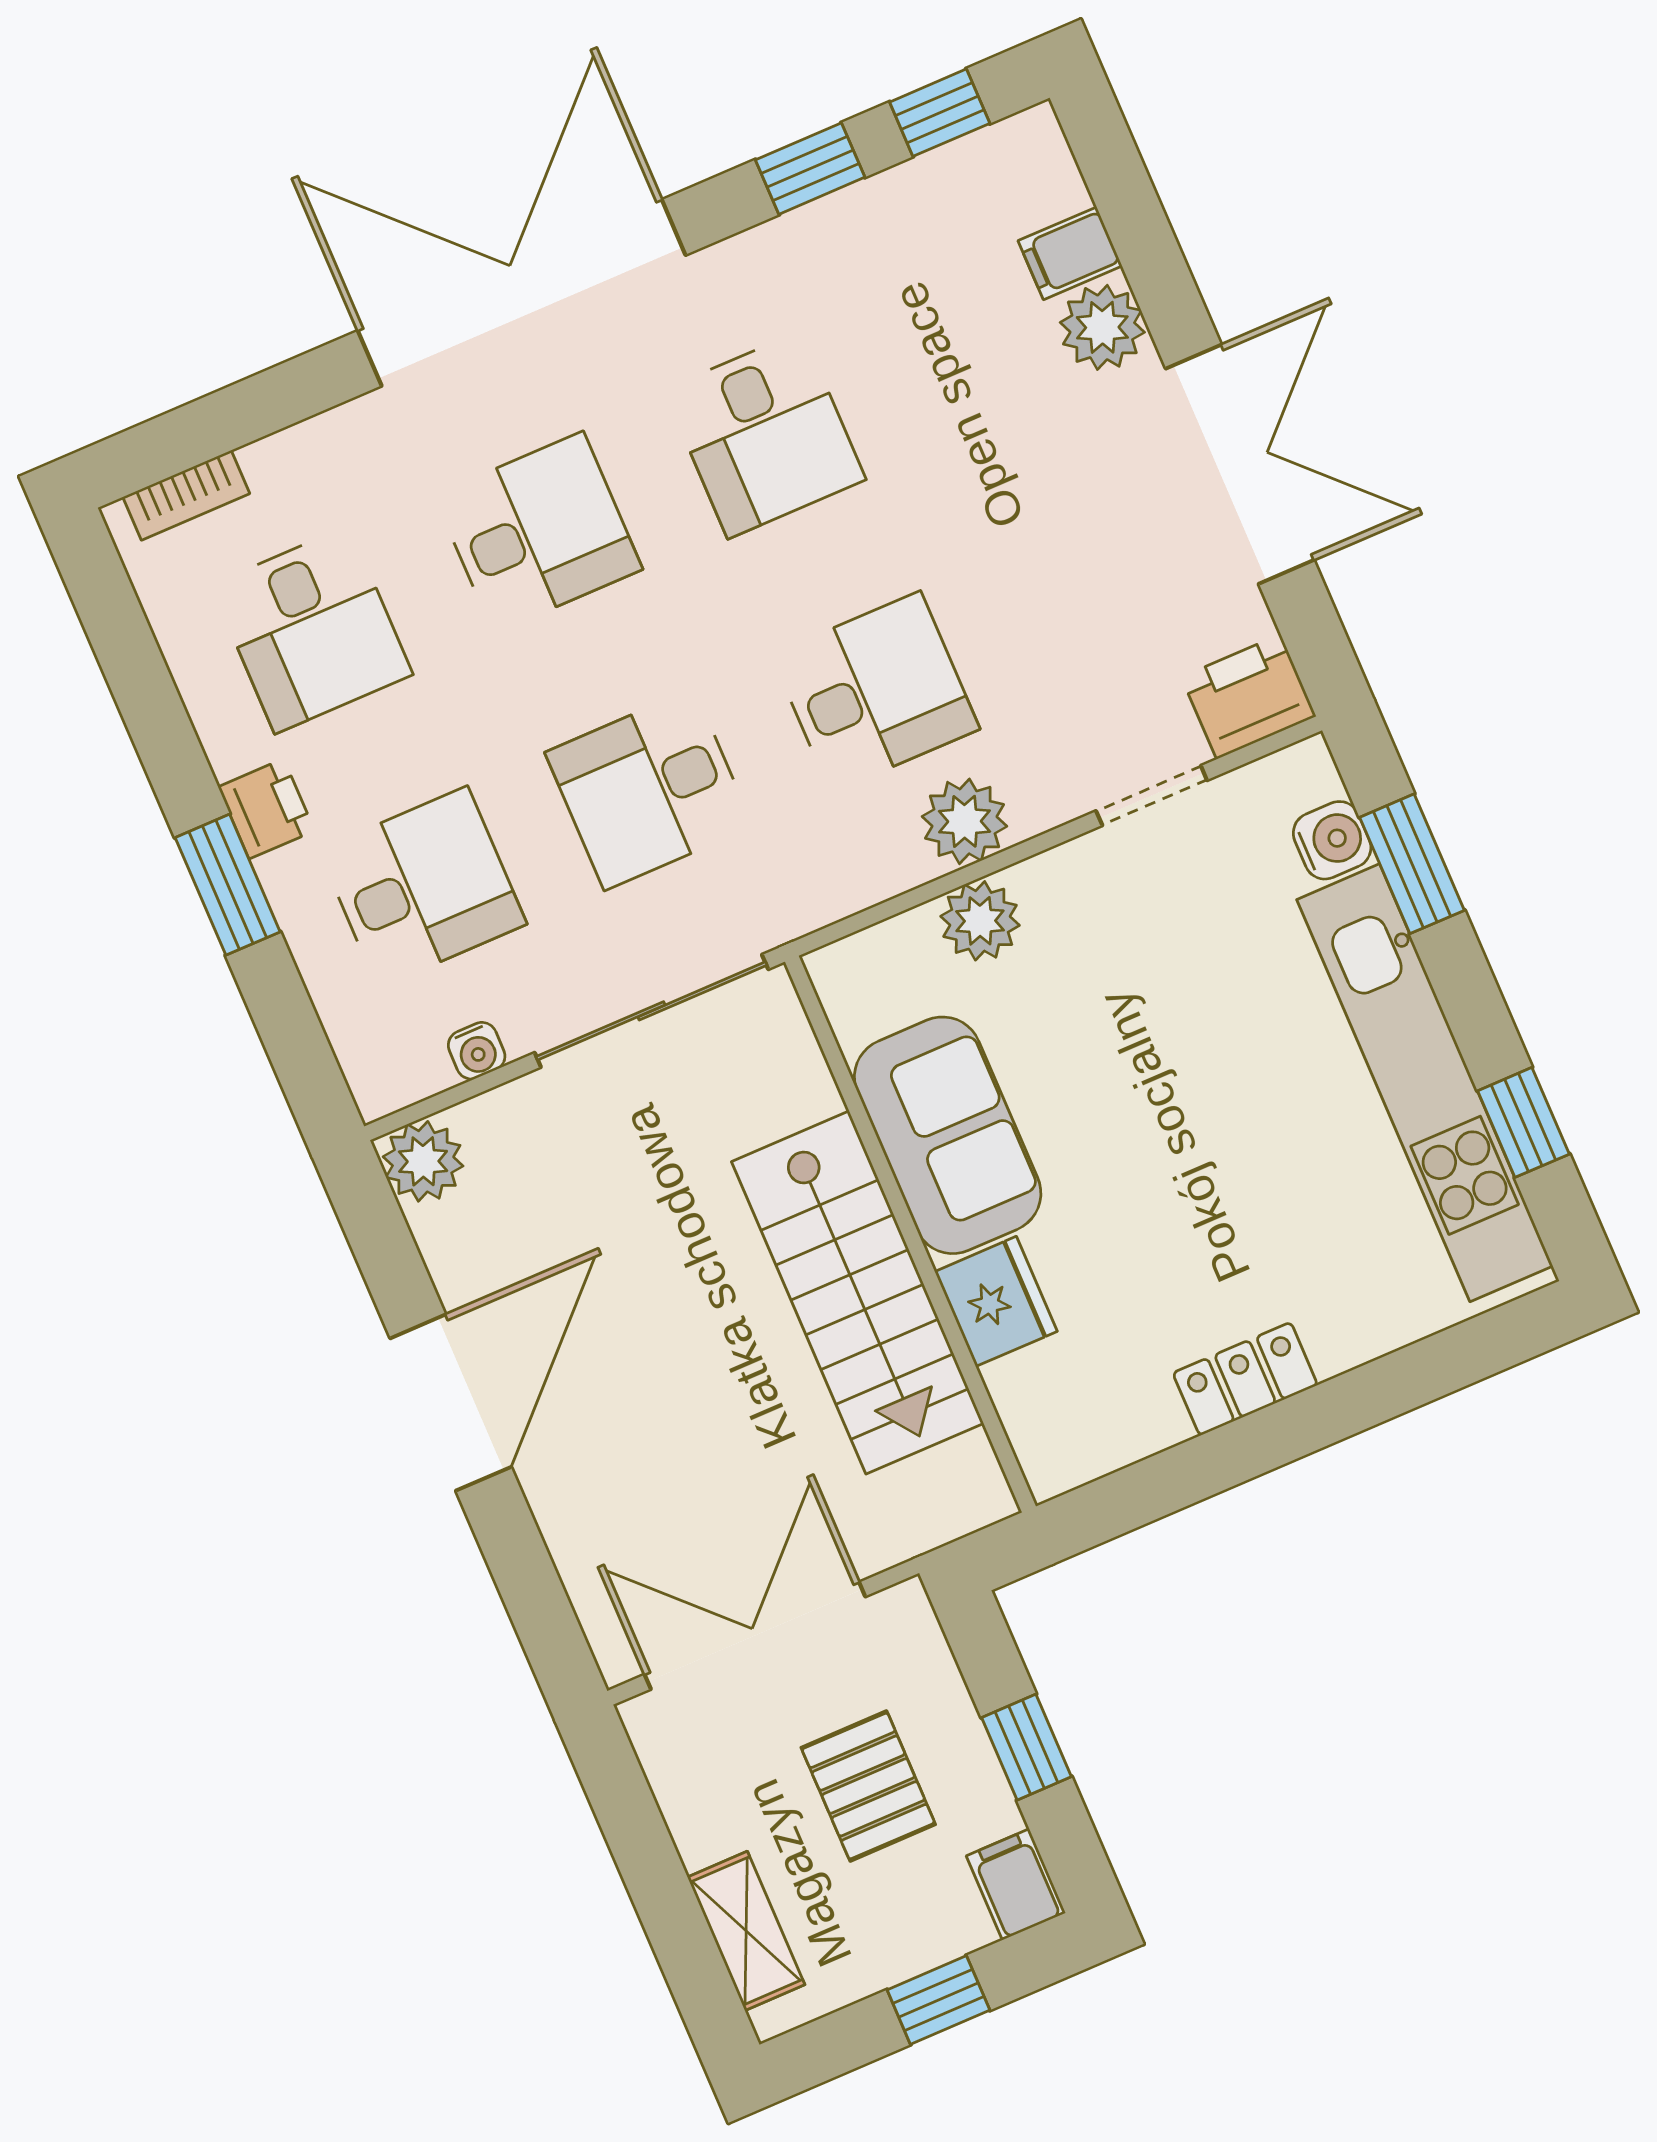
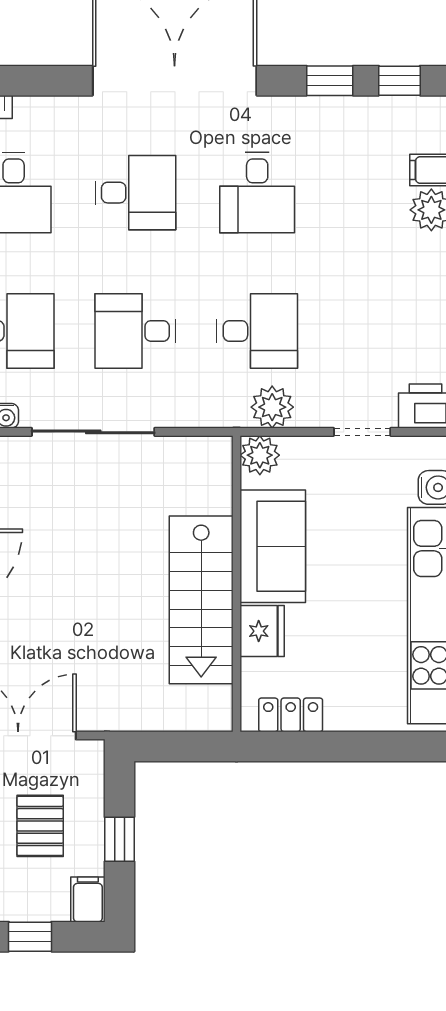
sofa: (948, 1135) -> (273, 546), moved
wall: (910, 1234) -> (237, 584), moved
stairs: (858, 1293) -> (201, 600), moved
fridge: (996, 1301) -> (262, 631), moved

